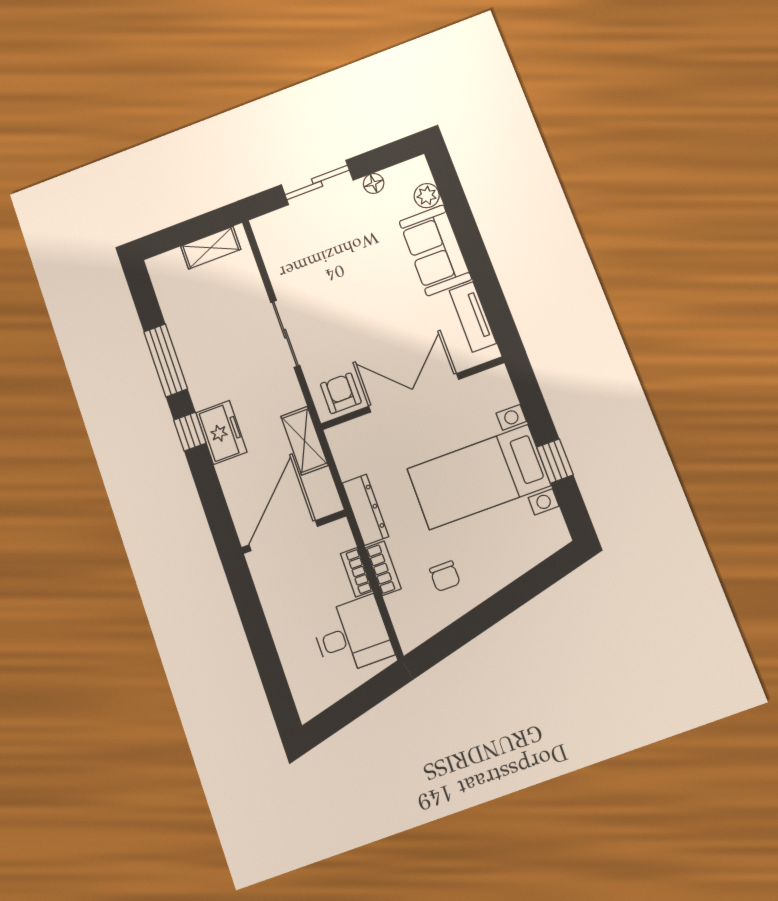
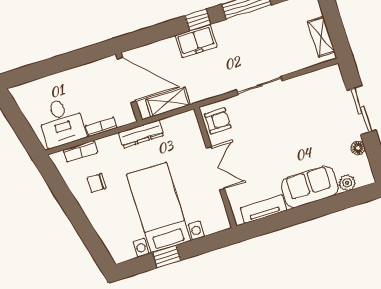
double door: (414, 393) -> (216, 168), width x0.73
shelving: (304, 441) -> (168, 102), moved
bookcase: (383, 568) -> (80, 151), moved

